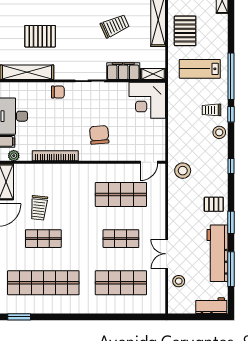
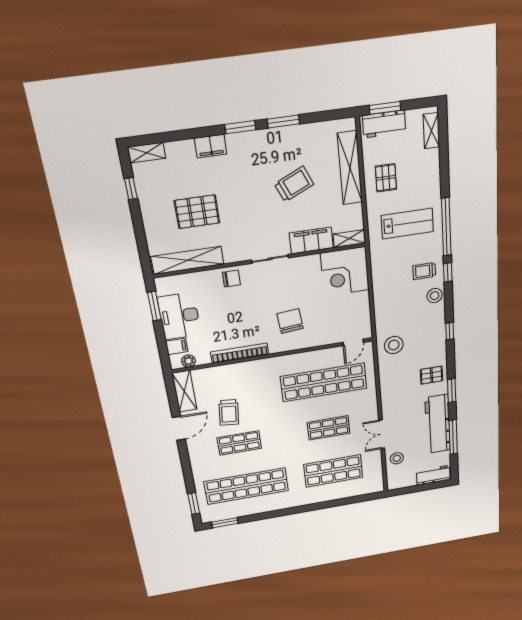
pallet: (185, 31) -> (386, 178), width x0.67, depth x0.71
lab bench: (200, 69) -> (407, 224), turned 180
shop shelf: (121, 194) -> (324, 382), width x1.40

